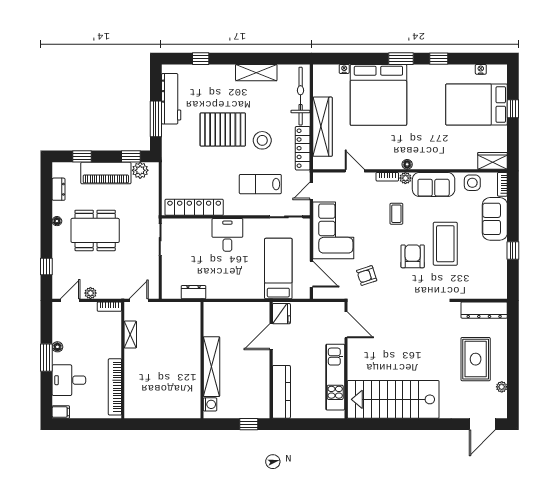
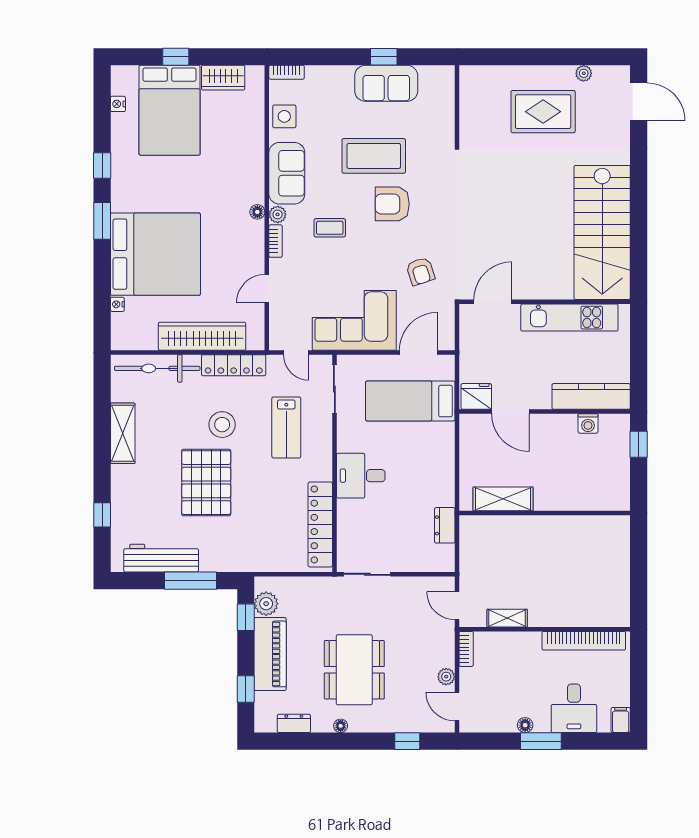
wardrobe: (493, 161) -> (223, 78), moved, turned -90
sofa: (495, 219) -> (386, 83), moved
dresser: (484, 310) -> (471, 99), removed
shelving: (212, 367) -> (503, 499), moved, width x0.68
washing machine: (210, 404) -> (588, 424), moved, turned 180

